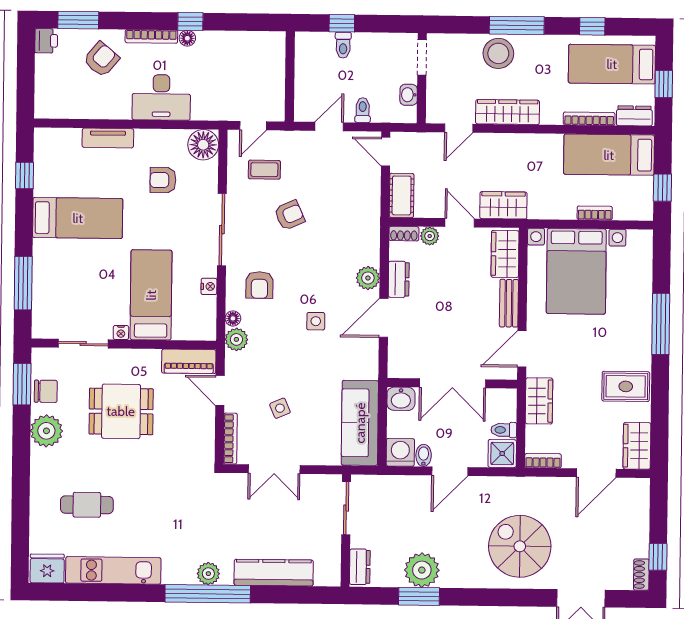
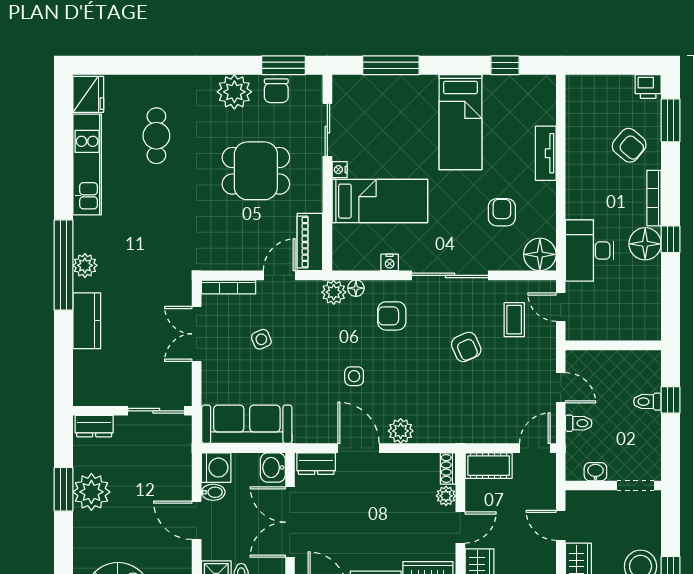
floor lamp: (187, 38) -> (645, 244), width x1.89, depth x1.89
desk: (161, 97) -> (590, 250), moved
dresser: (399, 279) -> (316, 464), moved
dining table: (121, 411) -> (256, 171), turned 90
kitchen counter: (274, 573) -> (87, 321), width x0.67

